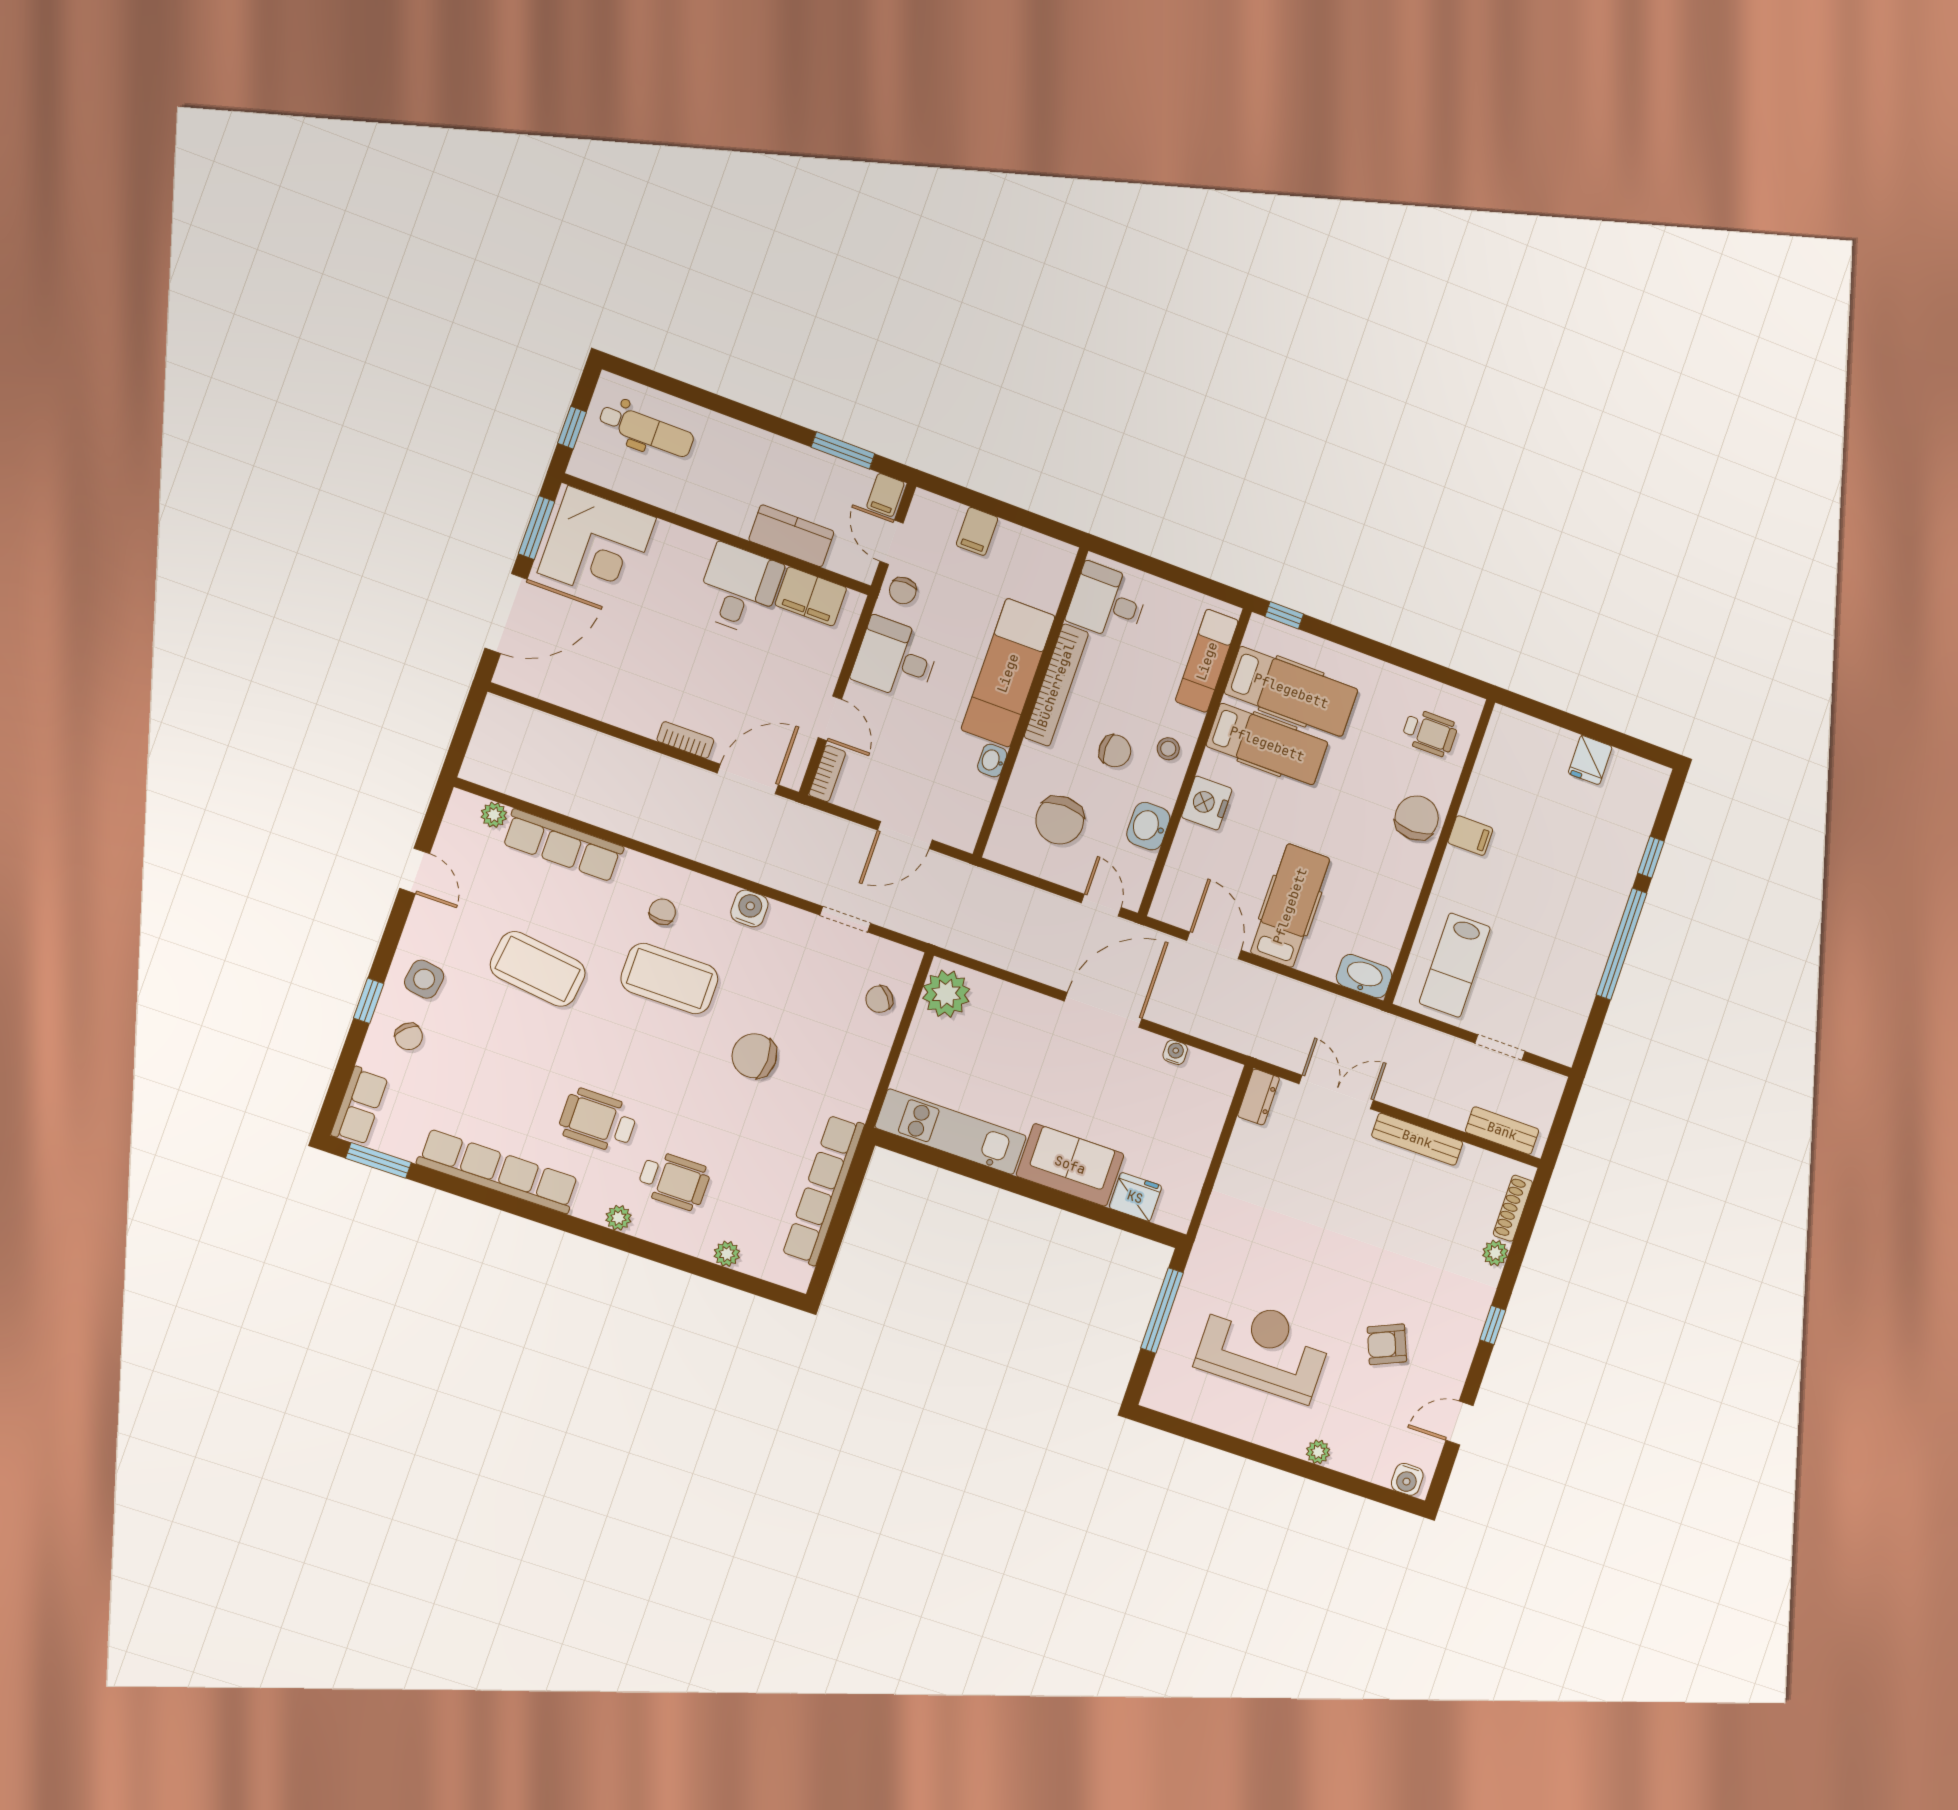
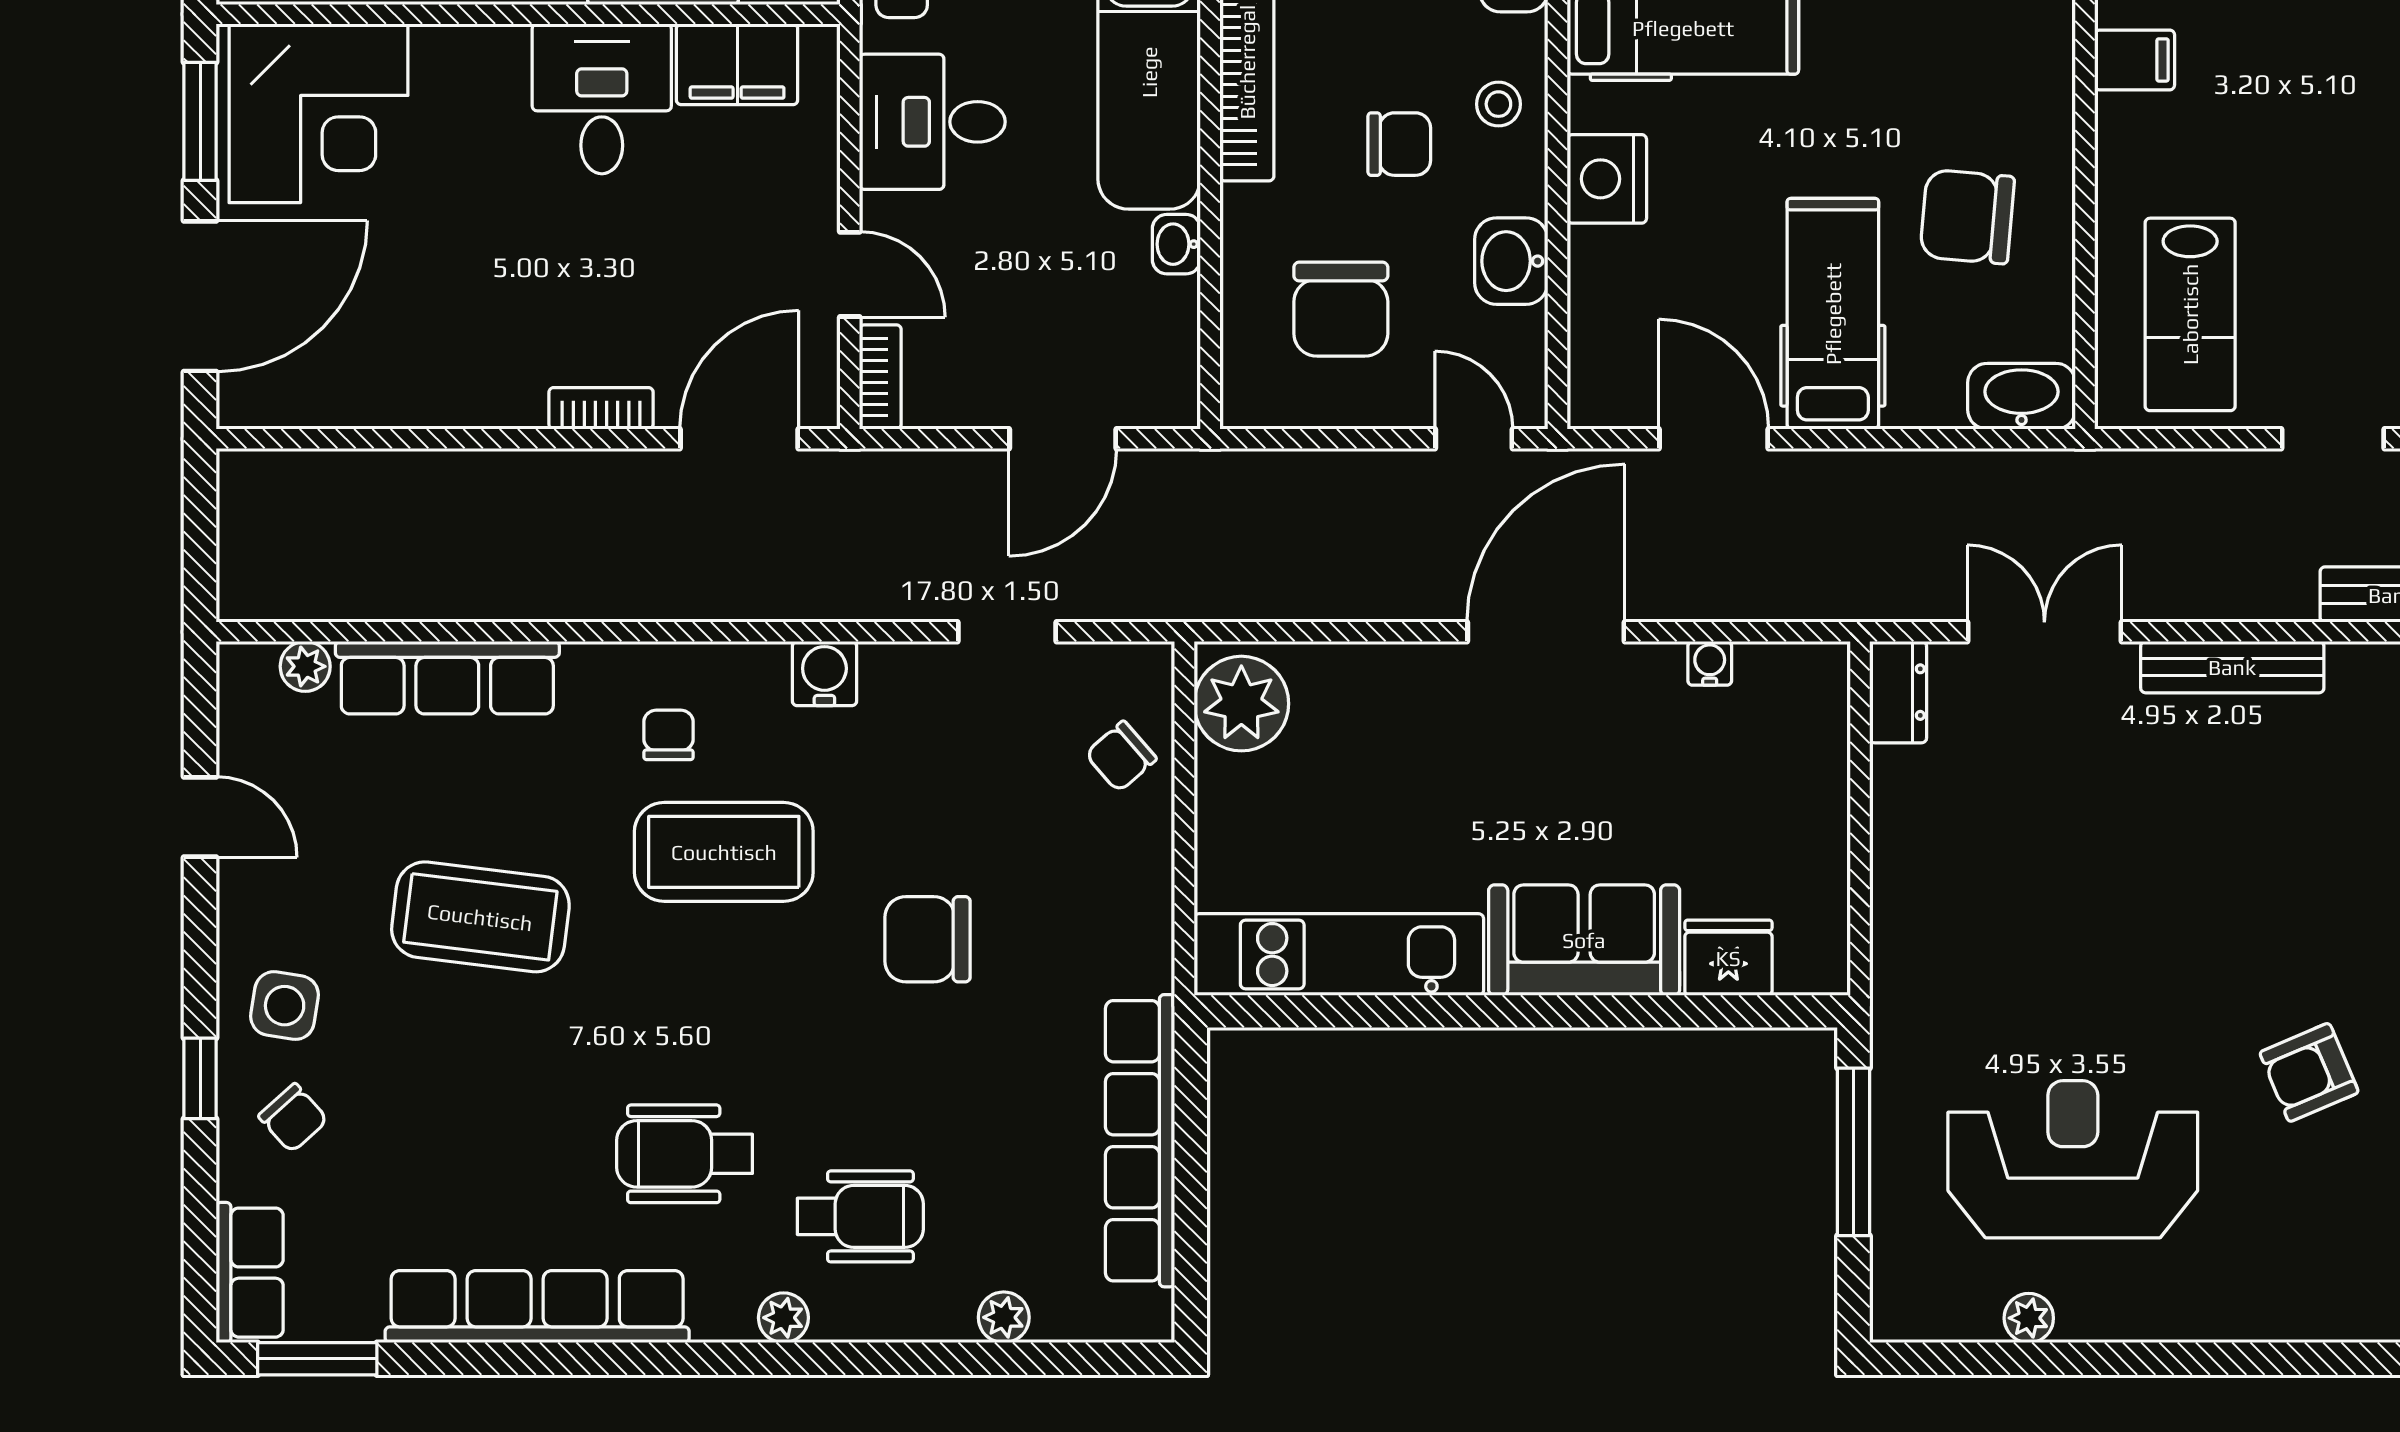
chair: (1417, 818) -> (1967, 217), moved, turned -85
plant: (1318, 1452) -> (2029, 1318), moved

